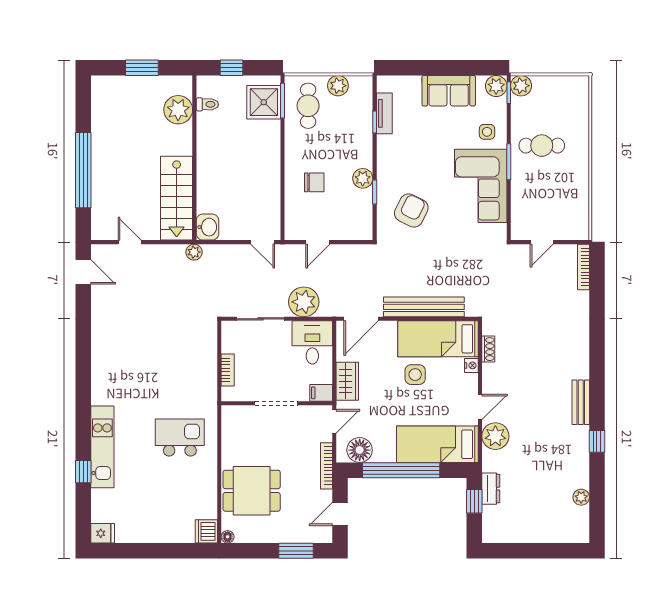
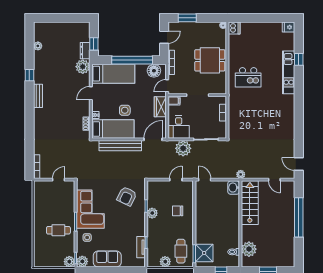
plant: (495, 436) -> (83, 67), moved
dining table: (252, 491) -> (210, 60), moved

